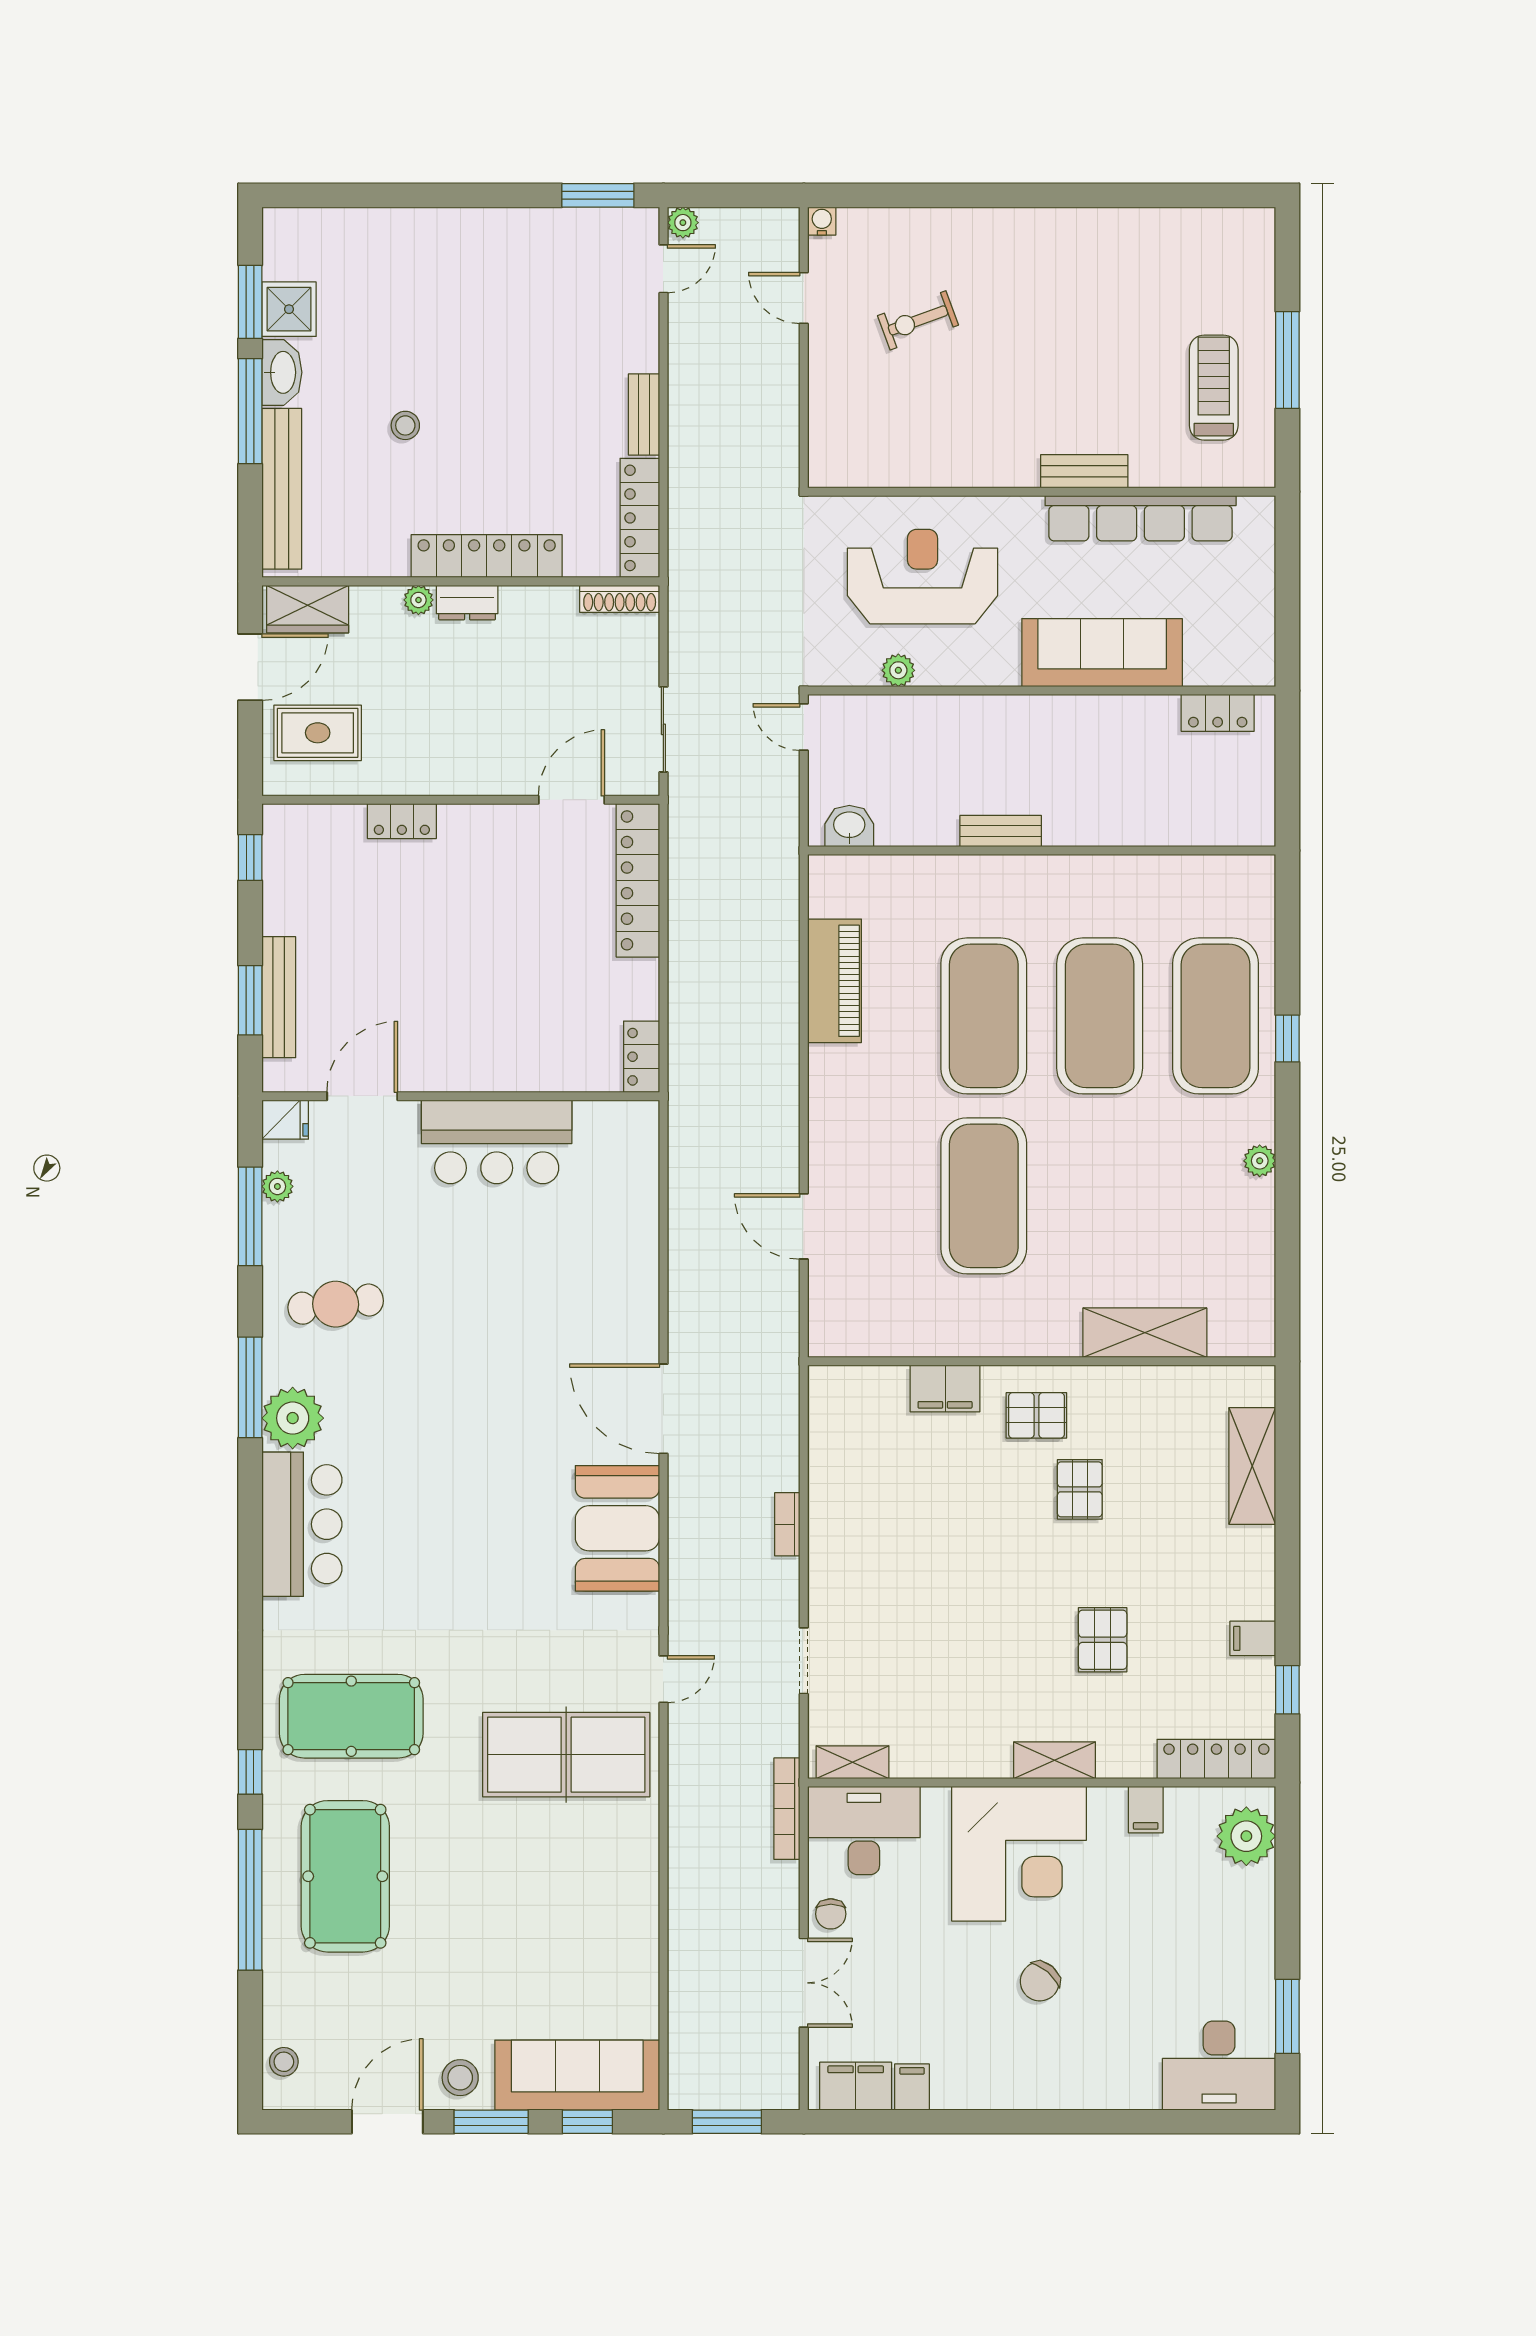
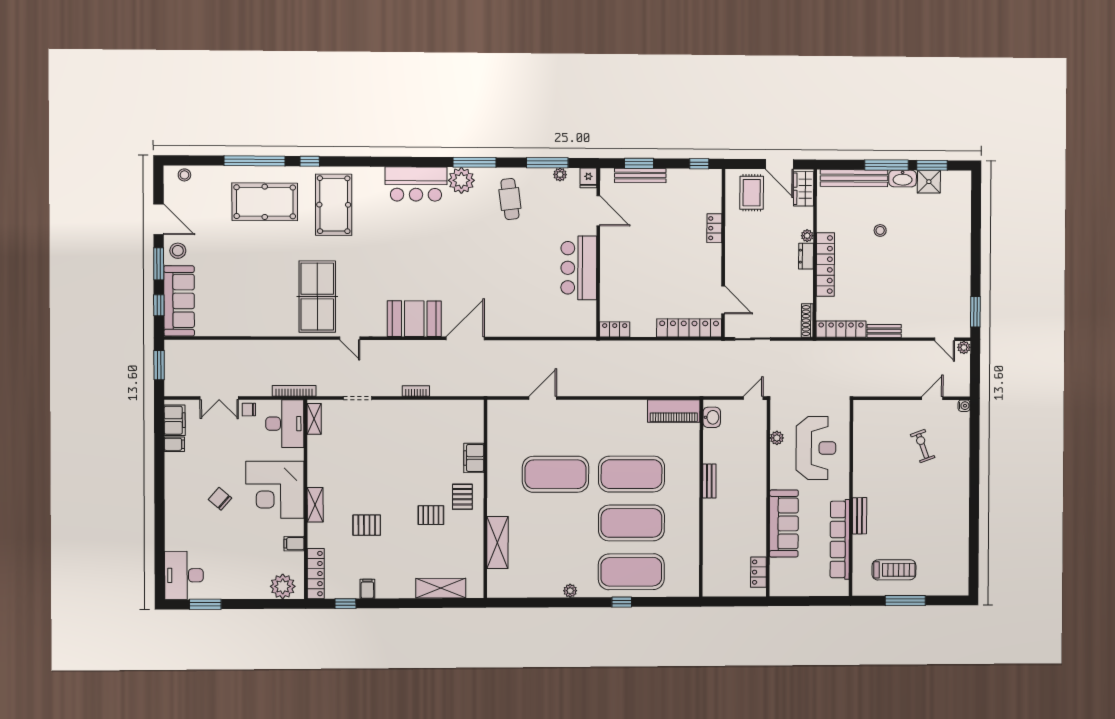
piano: (835, 981) -> (674, 411), moved

